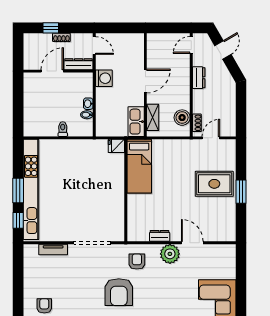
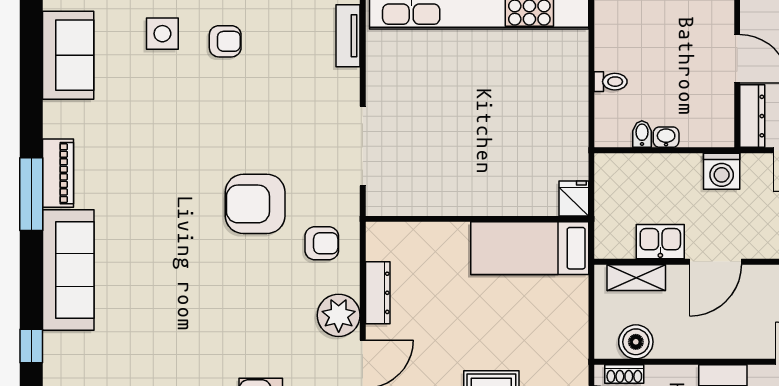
door: (145, 81) -> (715, 262), hinge flipped
kitchen sink: (136, 122) -> (660, 242), moved, width x0.73
dresser: (160, 236) -> (378, 293), width x1.44
tv unit: (53, 250) -> (348, 36), moved

